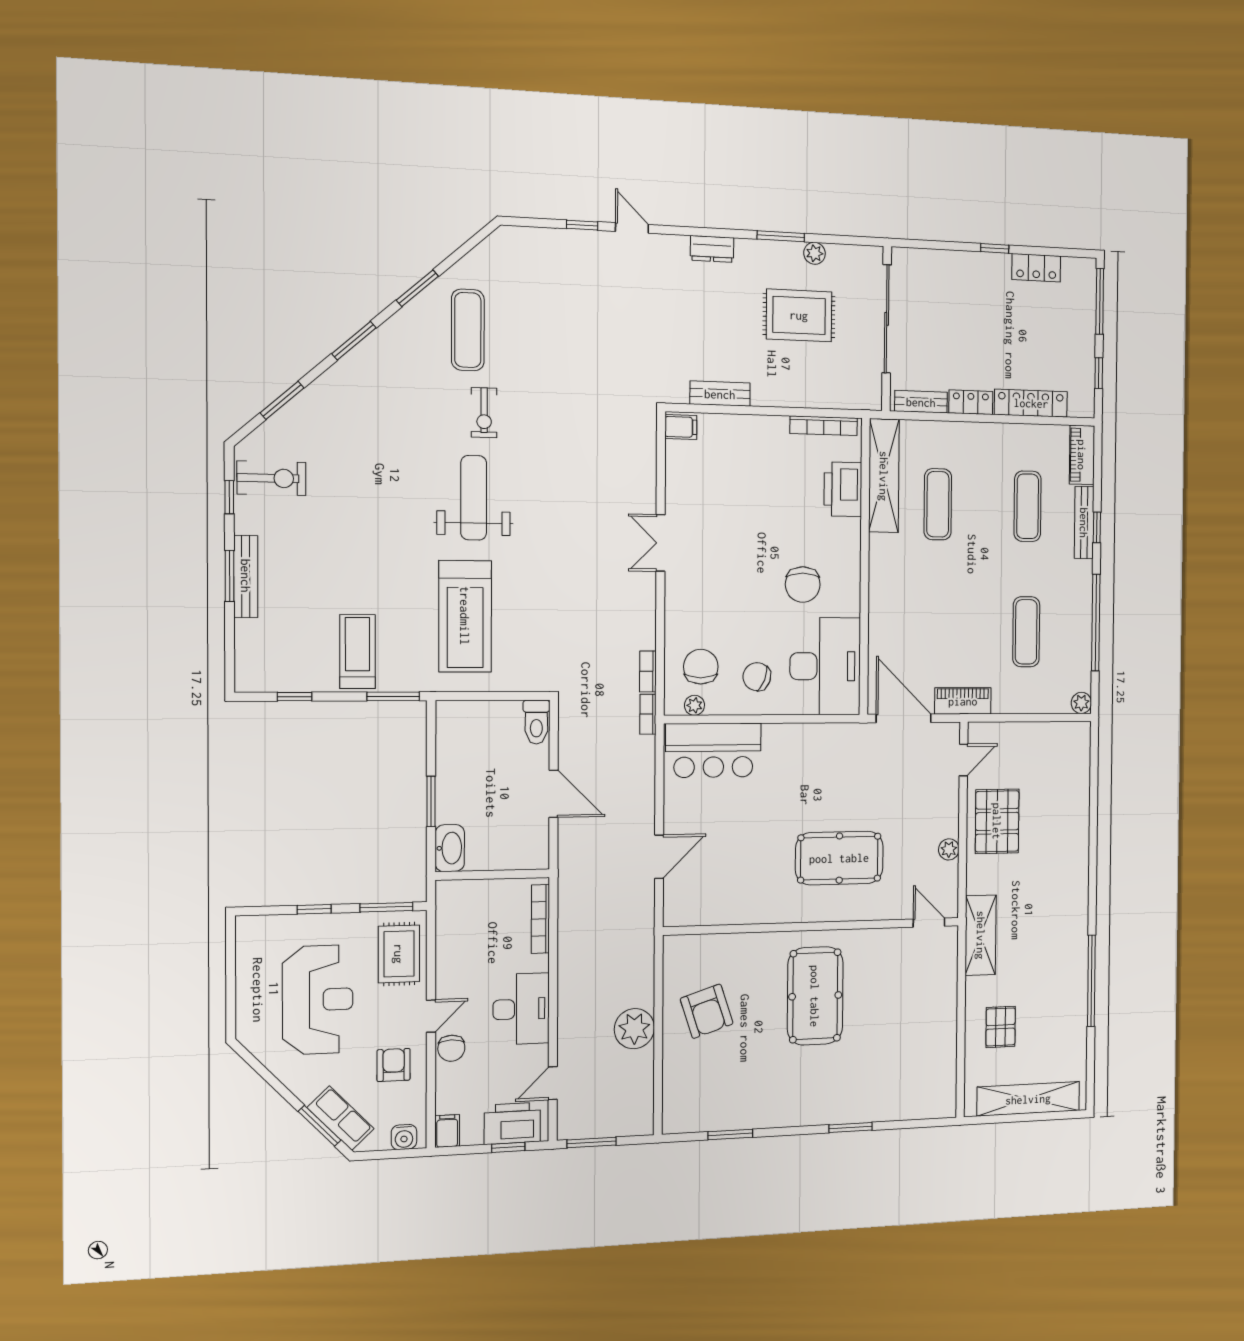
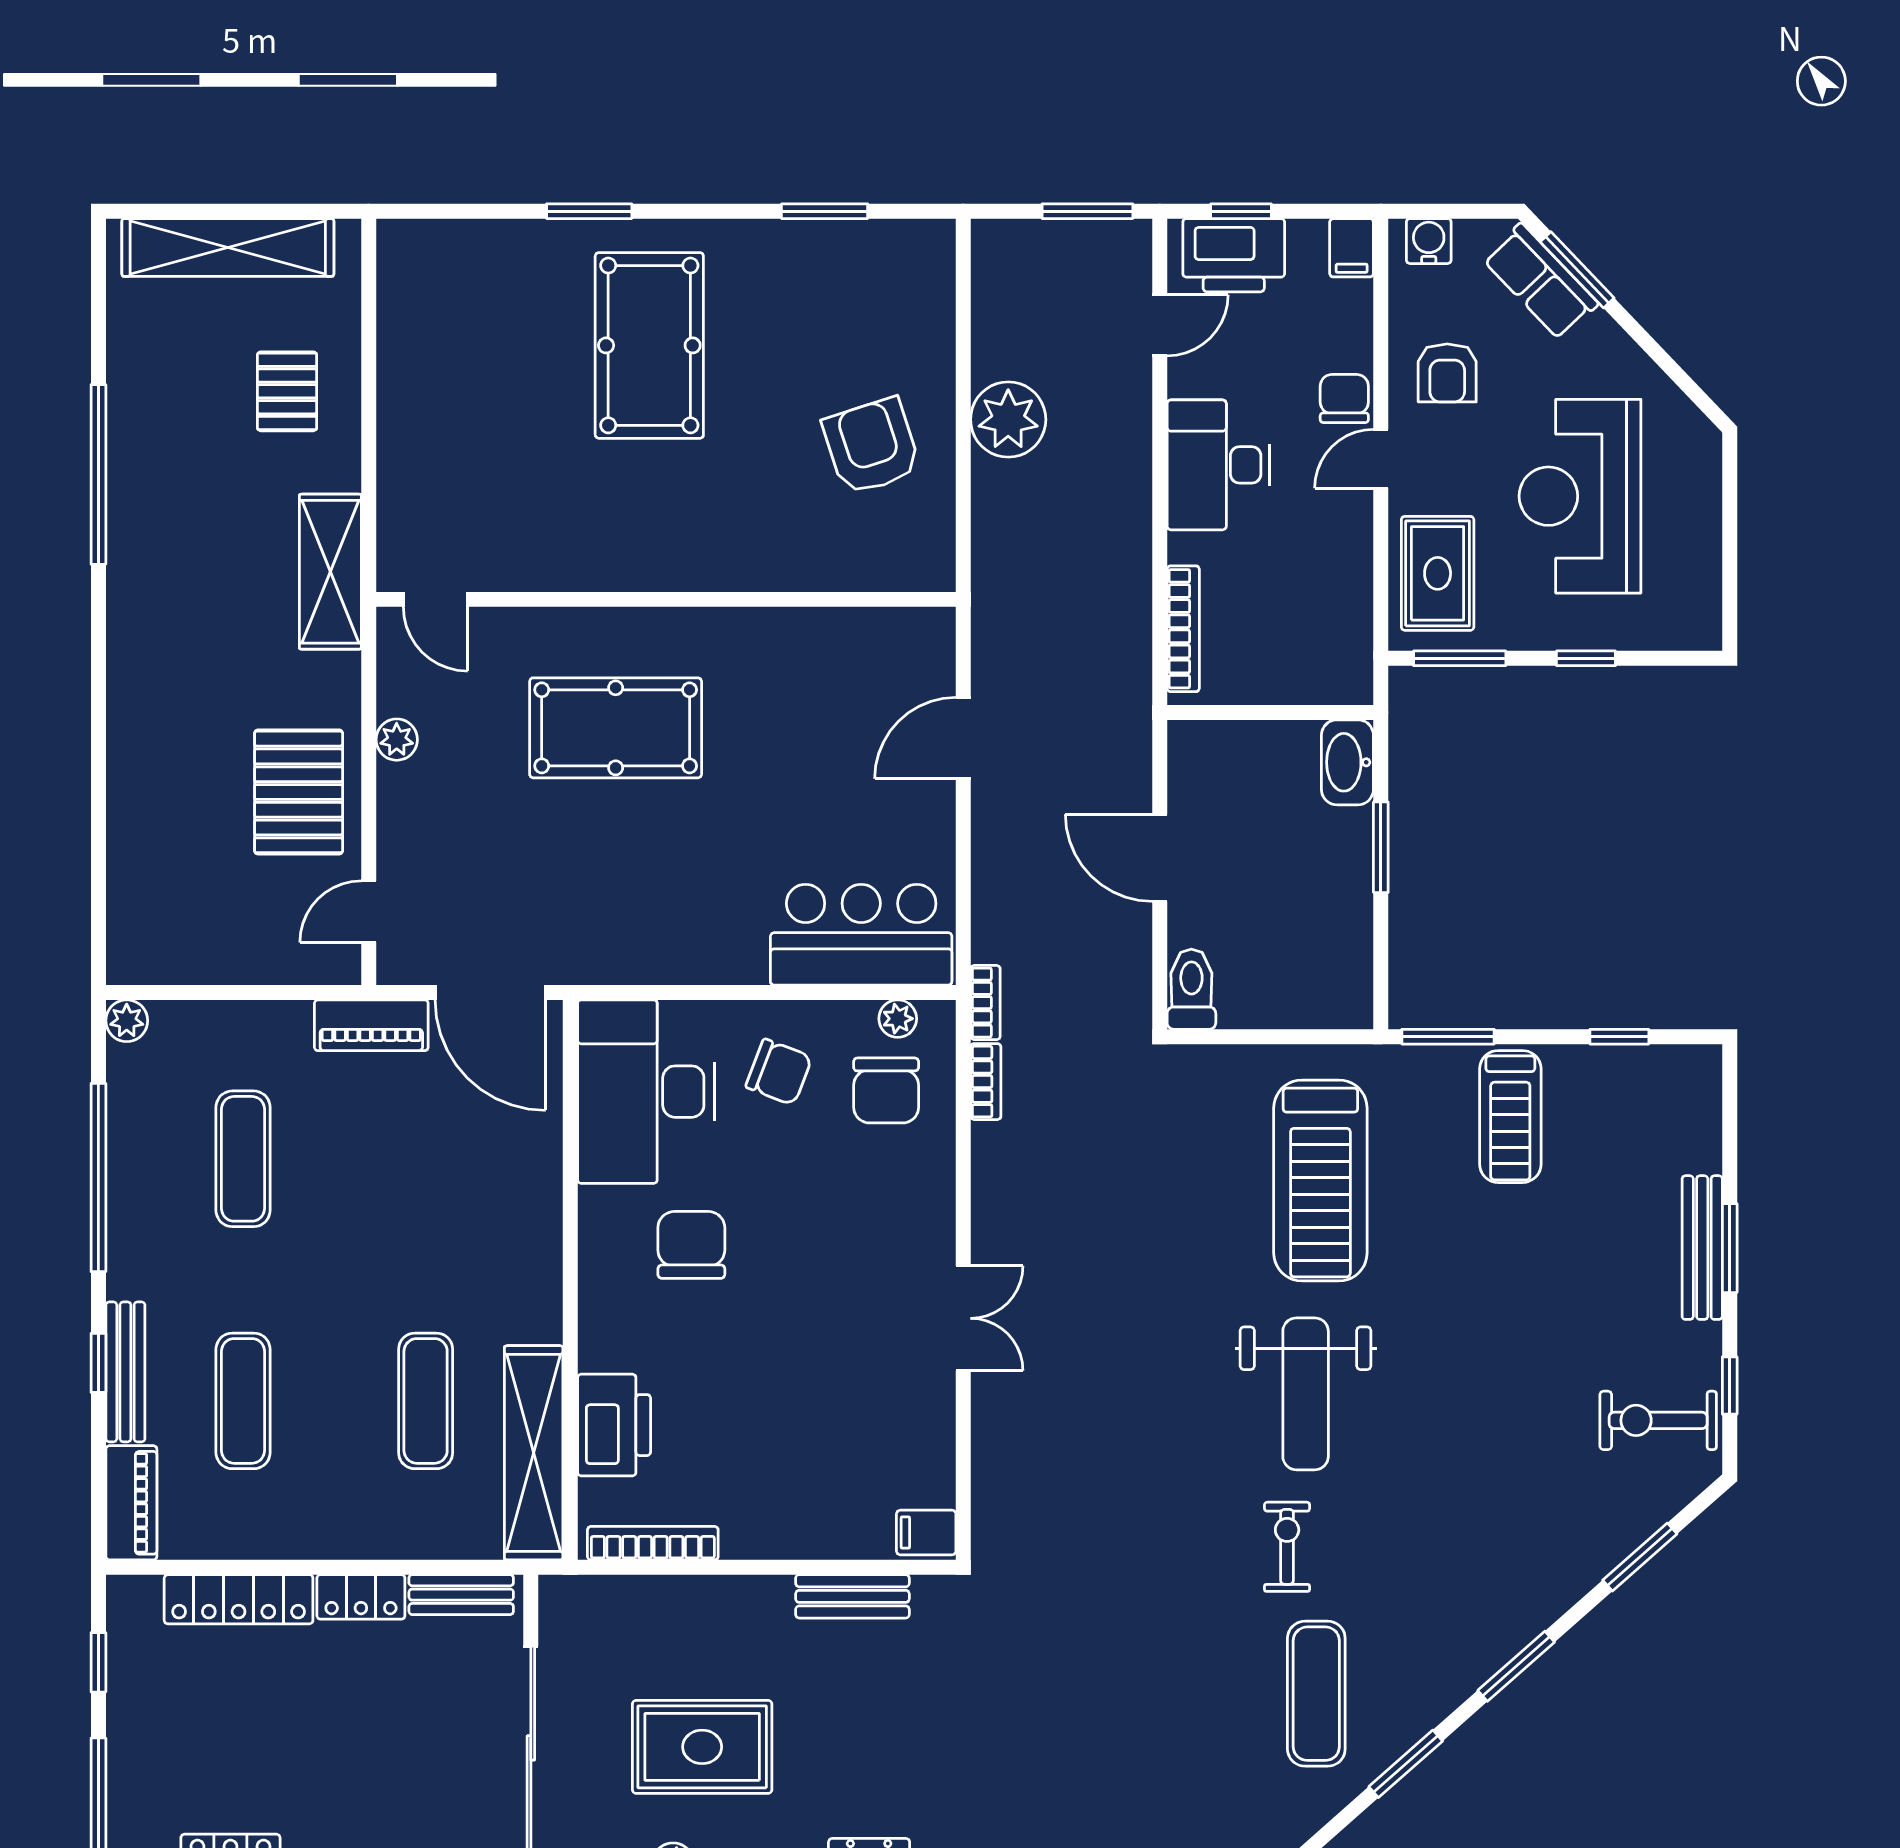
treadmill: (465, 616) -> (1320, 1180), turned 180
pool table: (815, 996) -> (649, 345), moved

